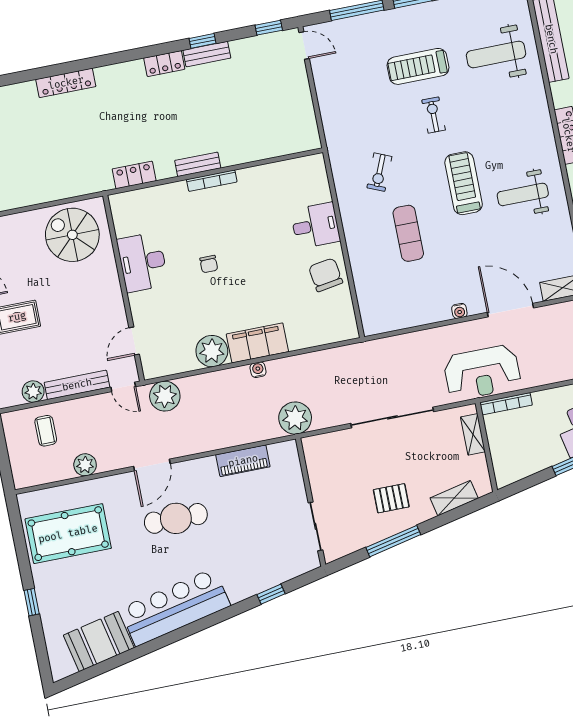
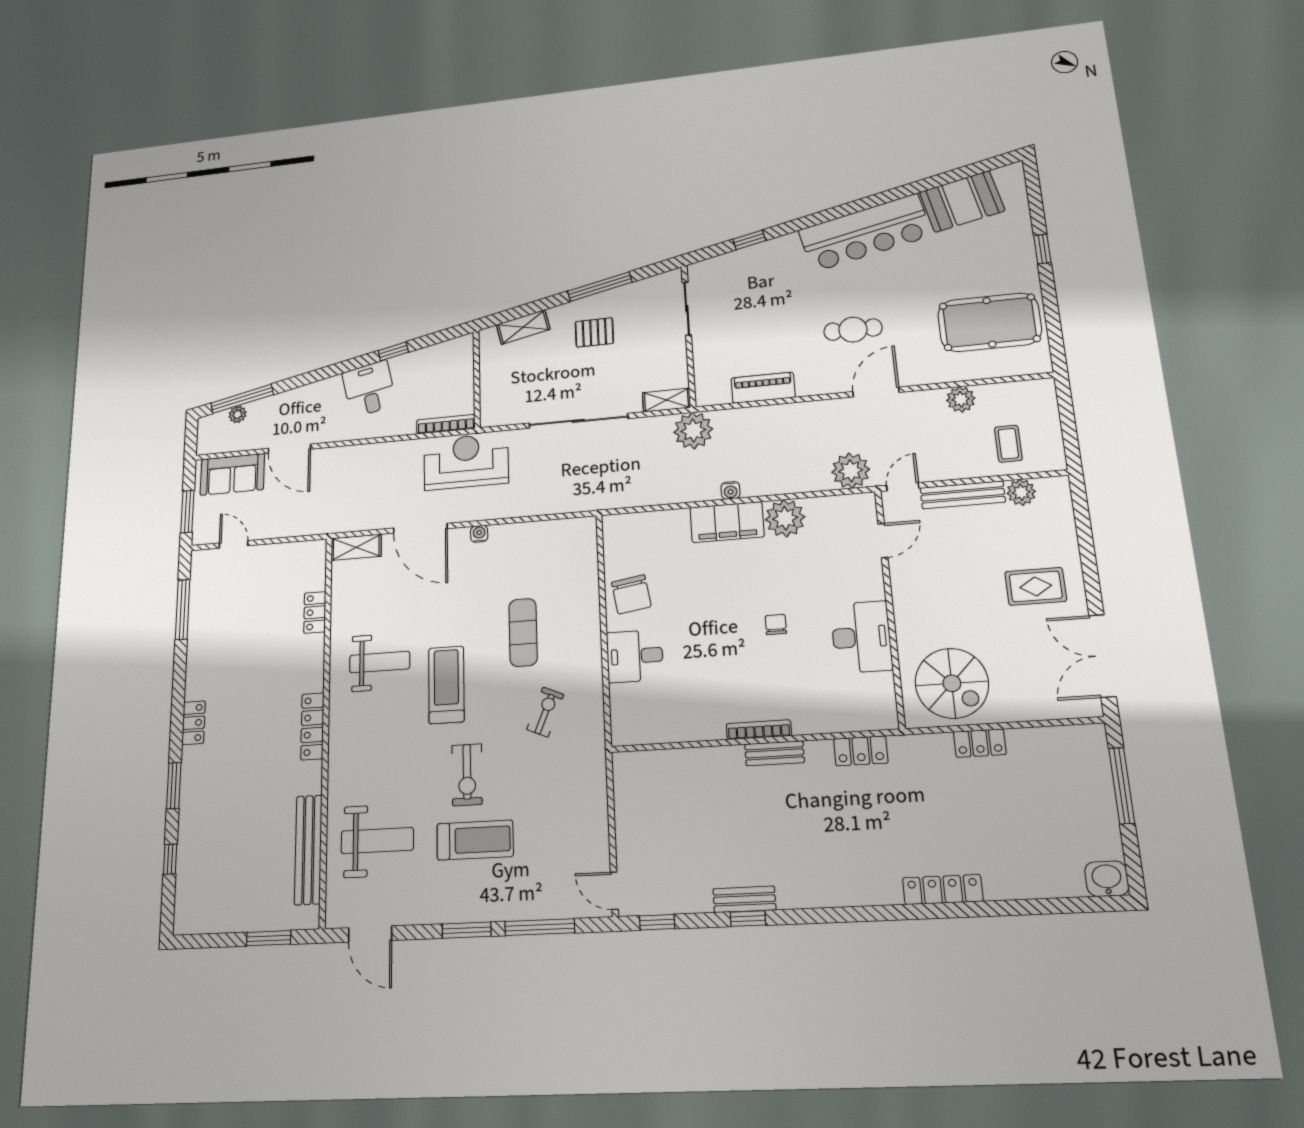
locker: (164, 64) -> (980, 743), moved, turned 180
exercise bike: (433, 115) -> (467, 775), width x1.38, depth x1.39
treadmill: (464, 183) -> (446, 685), turned 180
door: (123, 387) -> (903, 487), hinge flipped
shelving: (473, 434) -> (666, 400), moved, turned 90
cafe table: (176, 518) -> (853, 330), width x0.73, depth x0.74

